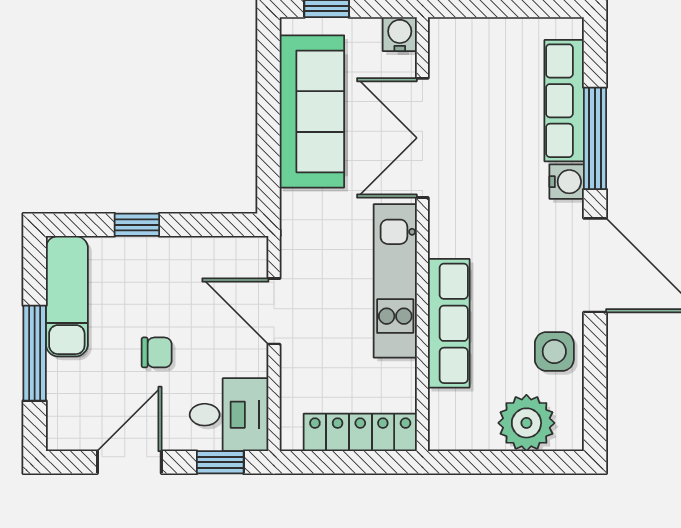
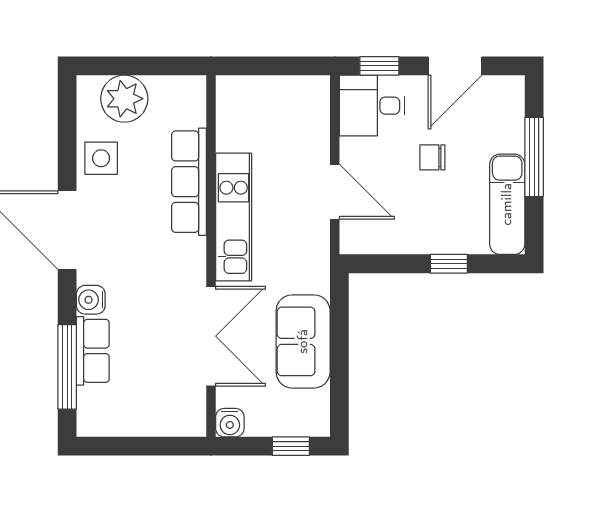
row of seats: (564, 101) -> (93, 351), width x0.68
sofa: (312, 111) -> (303, 341), width x0.73
window: (595, 138) -> (67, 367), moved
locker: (360, 432) -> (263, 91), removed

